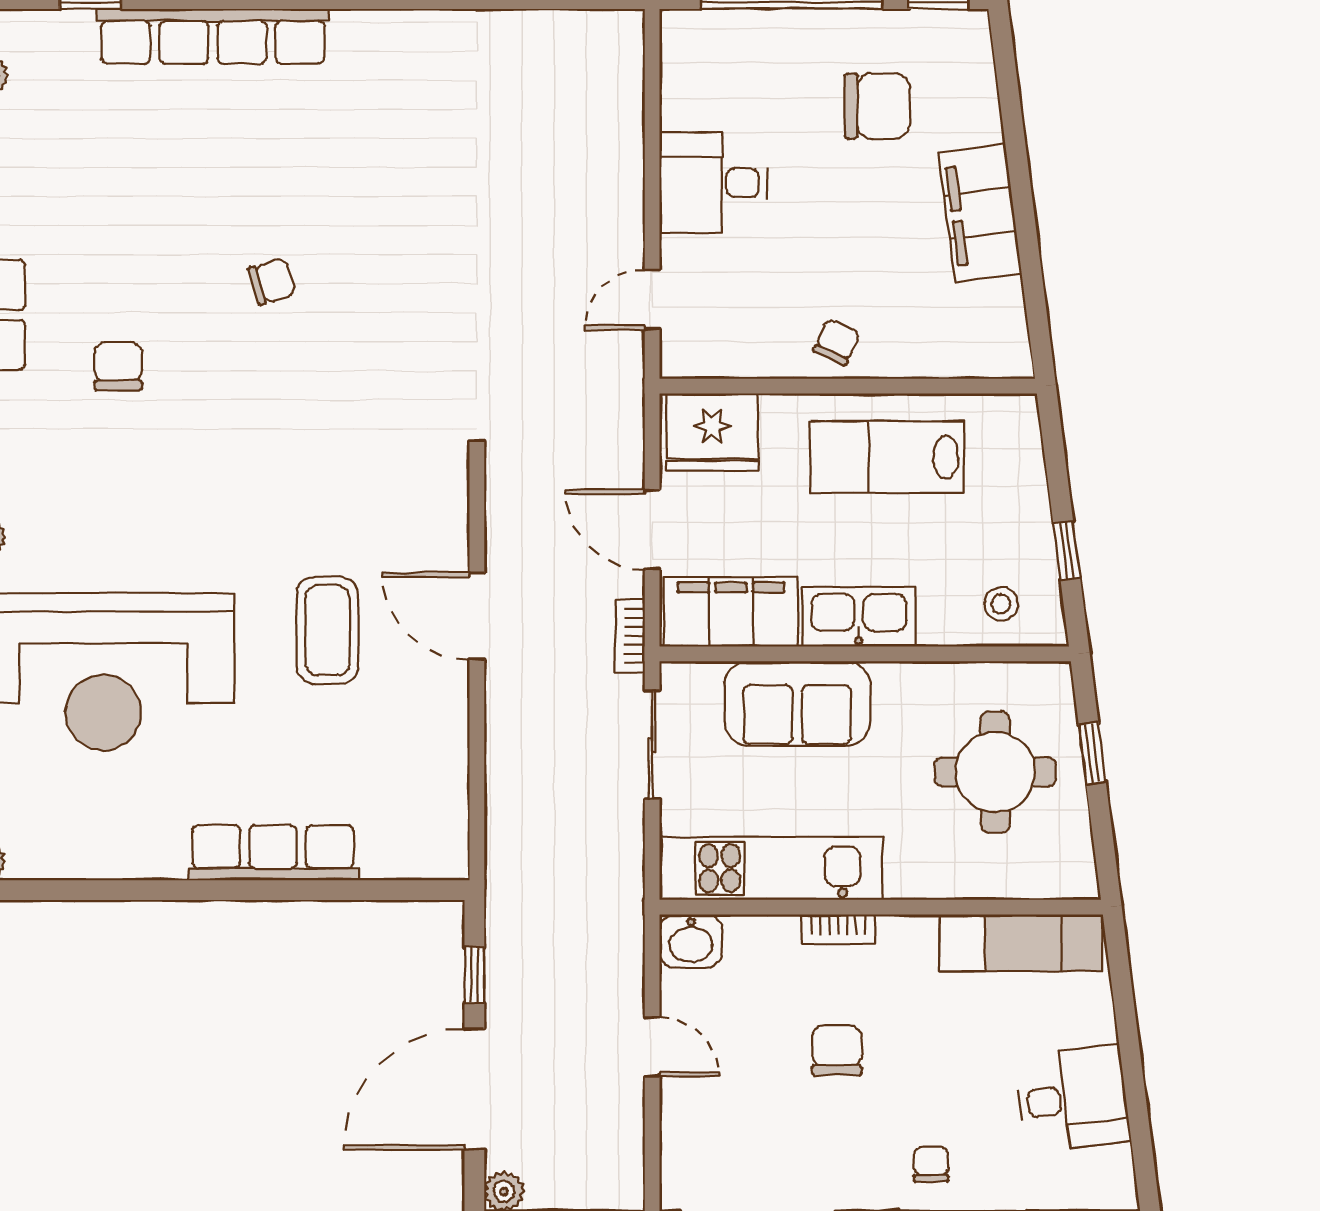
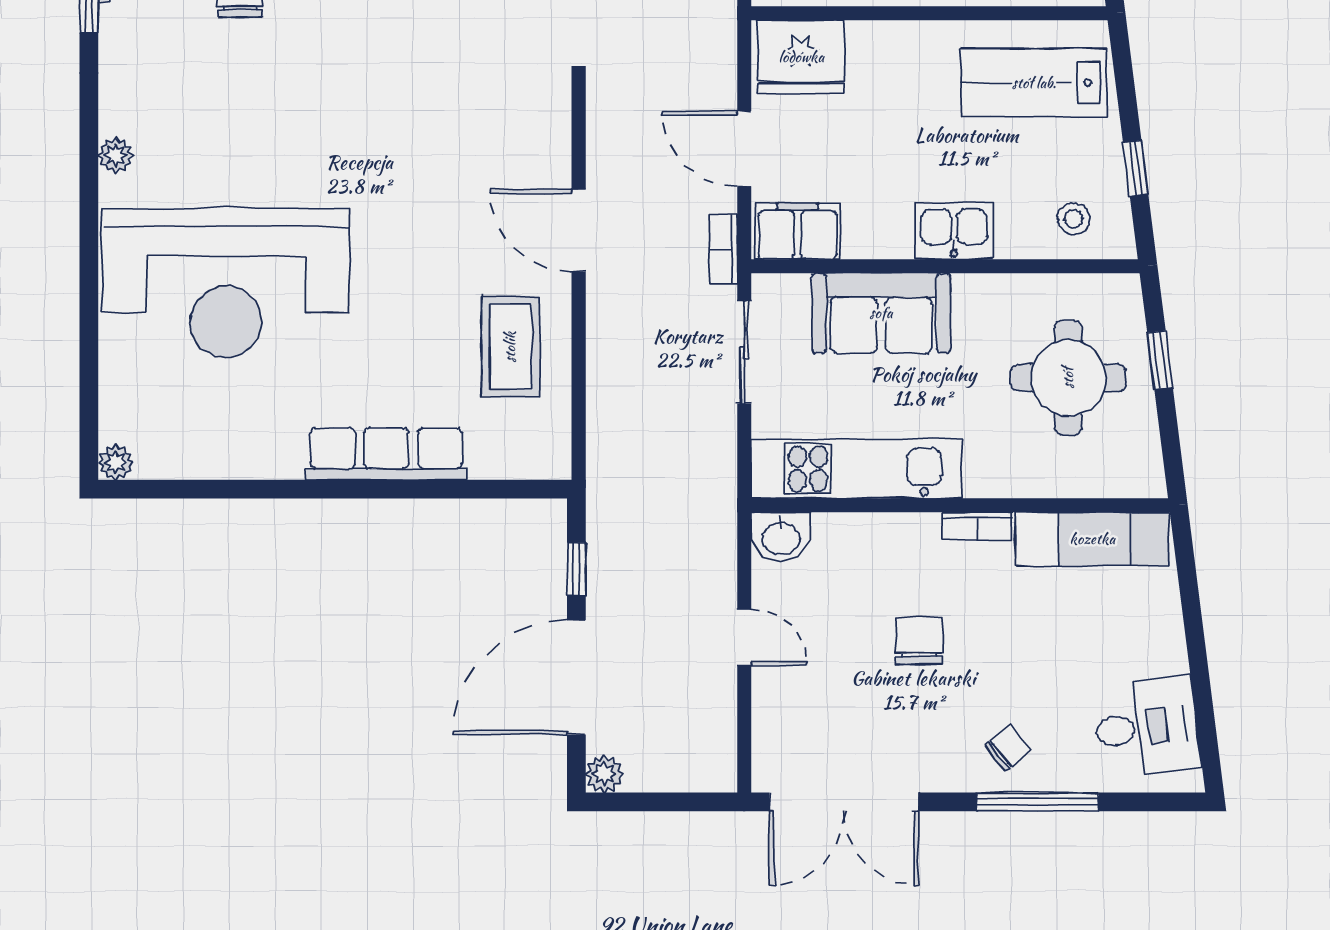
lab bench: (887, 457) -> (1034, 83), moved
filing cabinet: (731, 612) -> (798, 231), width x0.67, depth x0.86
kitchen sink: (859, 617) -> (954, 231), width x0.73
coffee table: (327, 630) -> (510, 347), moved
bookcase: (838, 929) -> (977, 526), moved
desk: (1073, 1099) -> (1147, 727), moved
chair: (931, 1164) -> (1008, 748), turned 52

